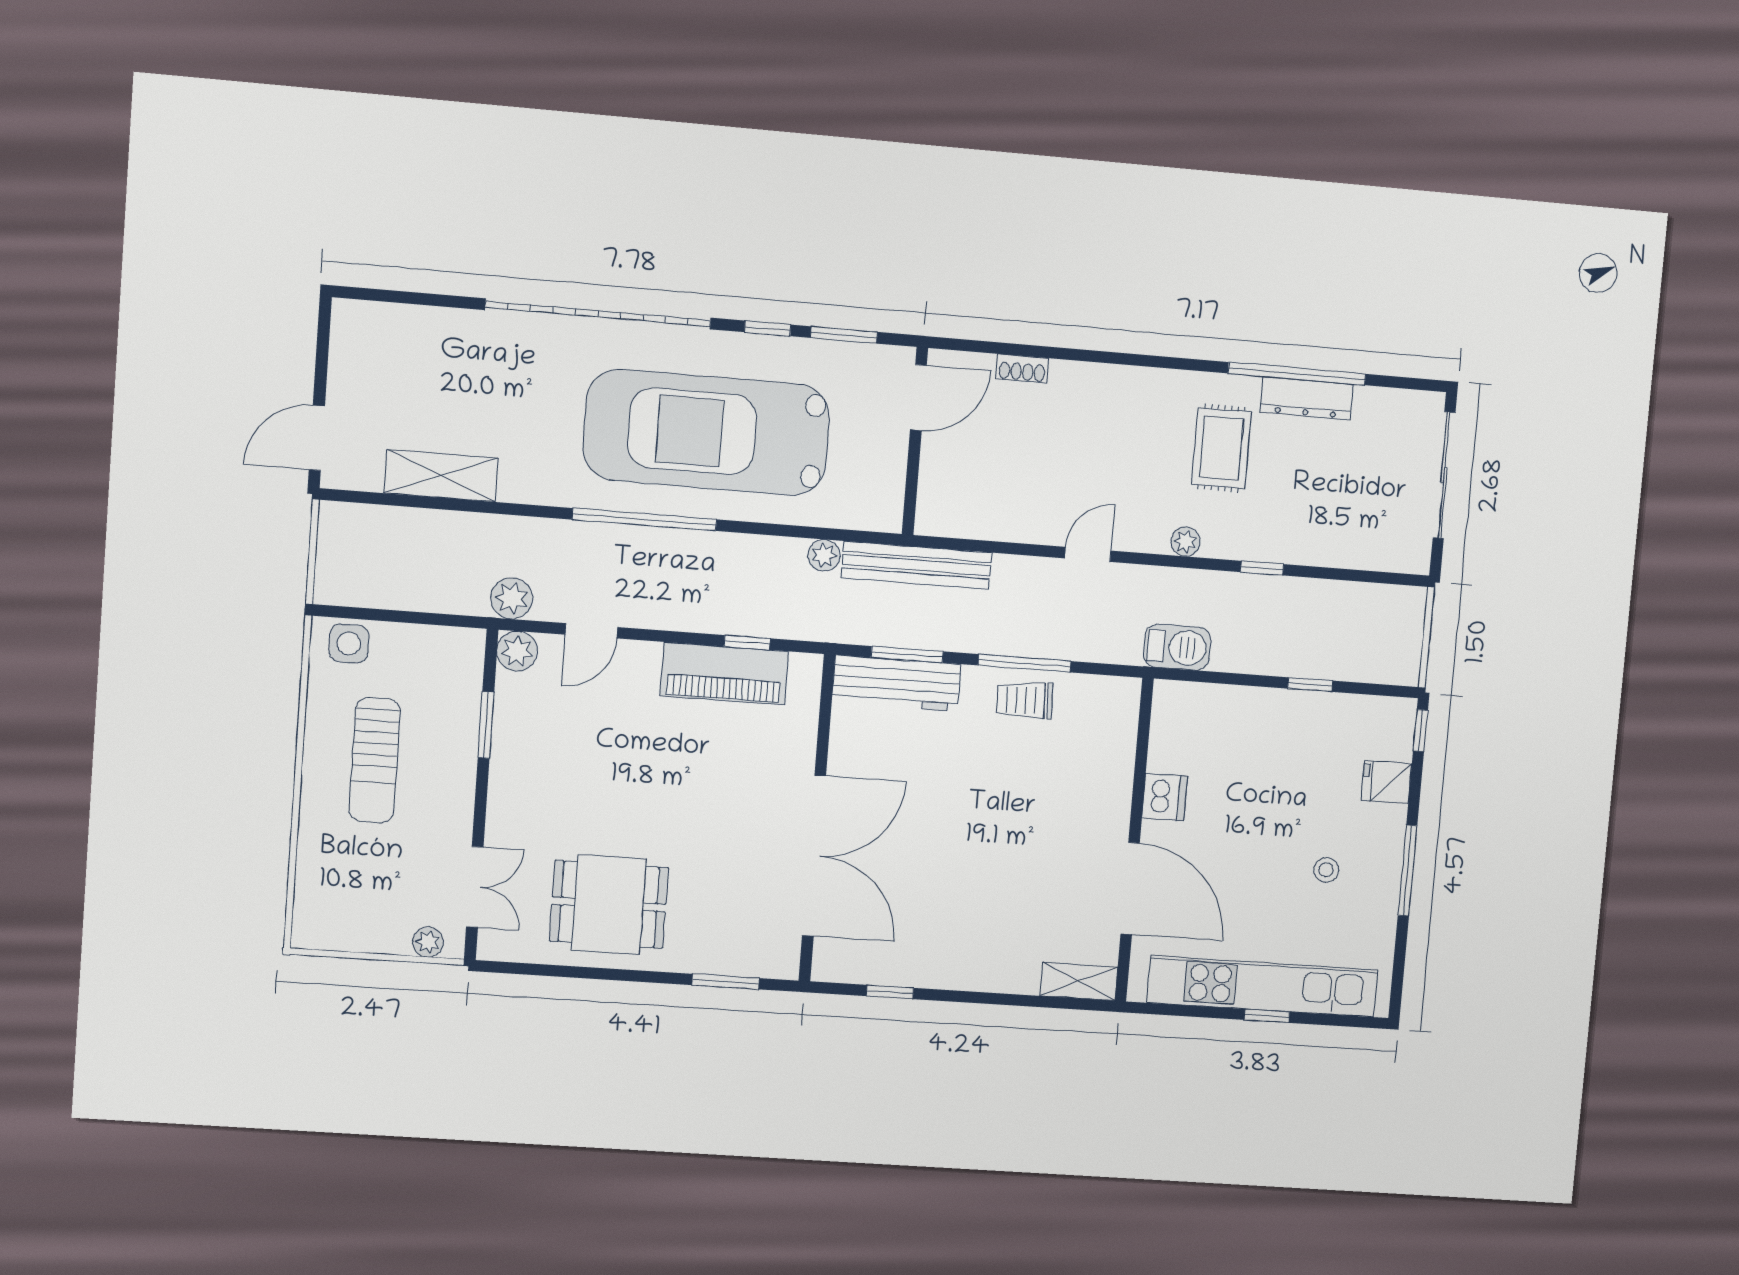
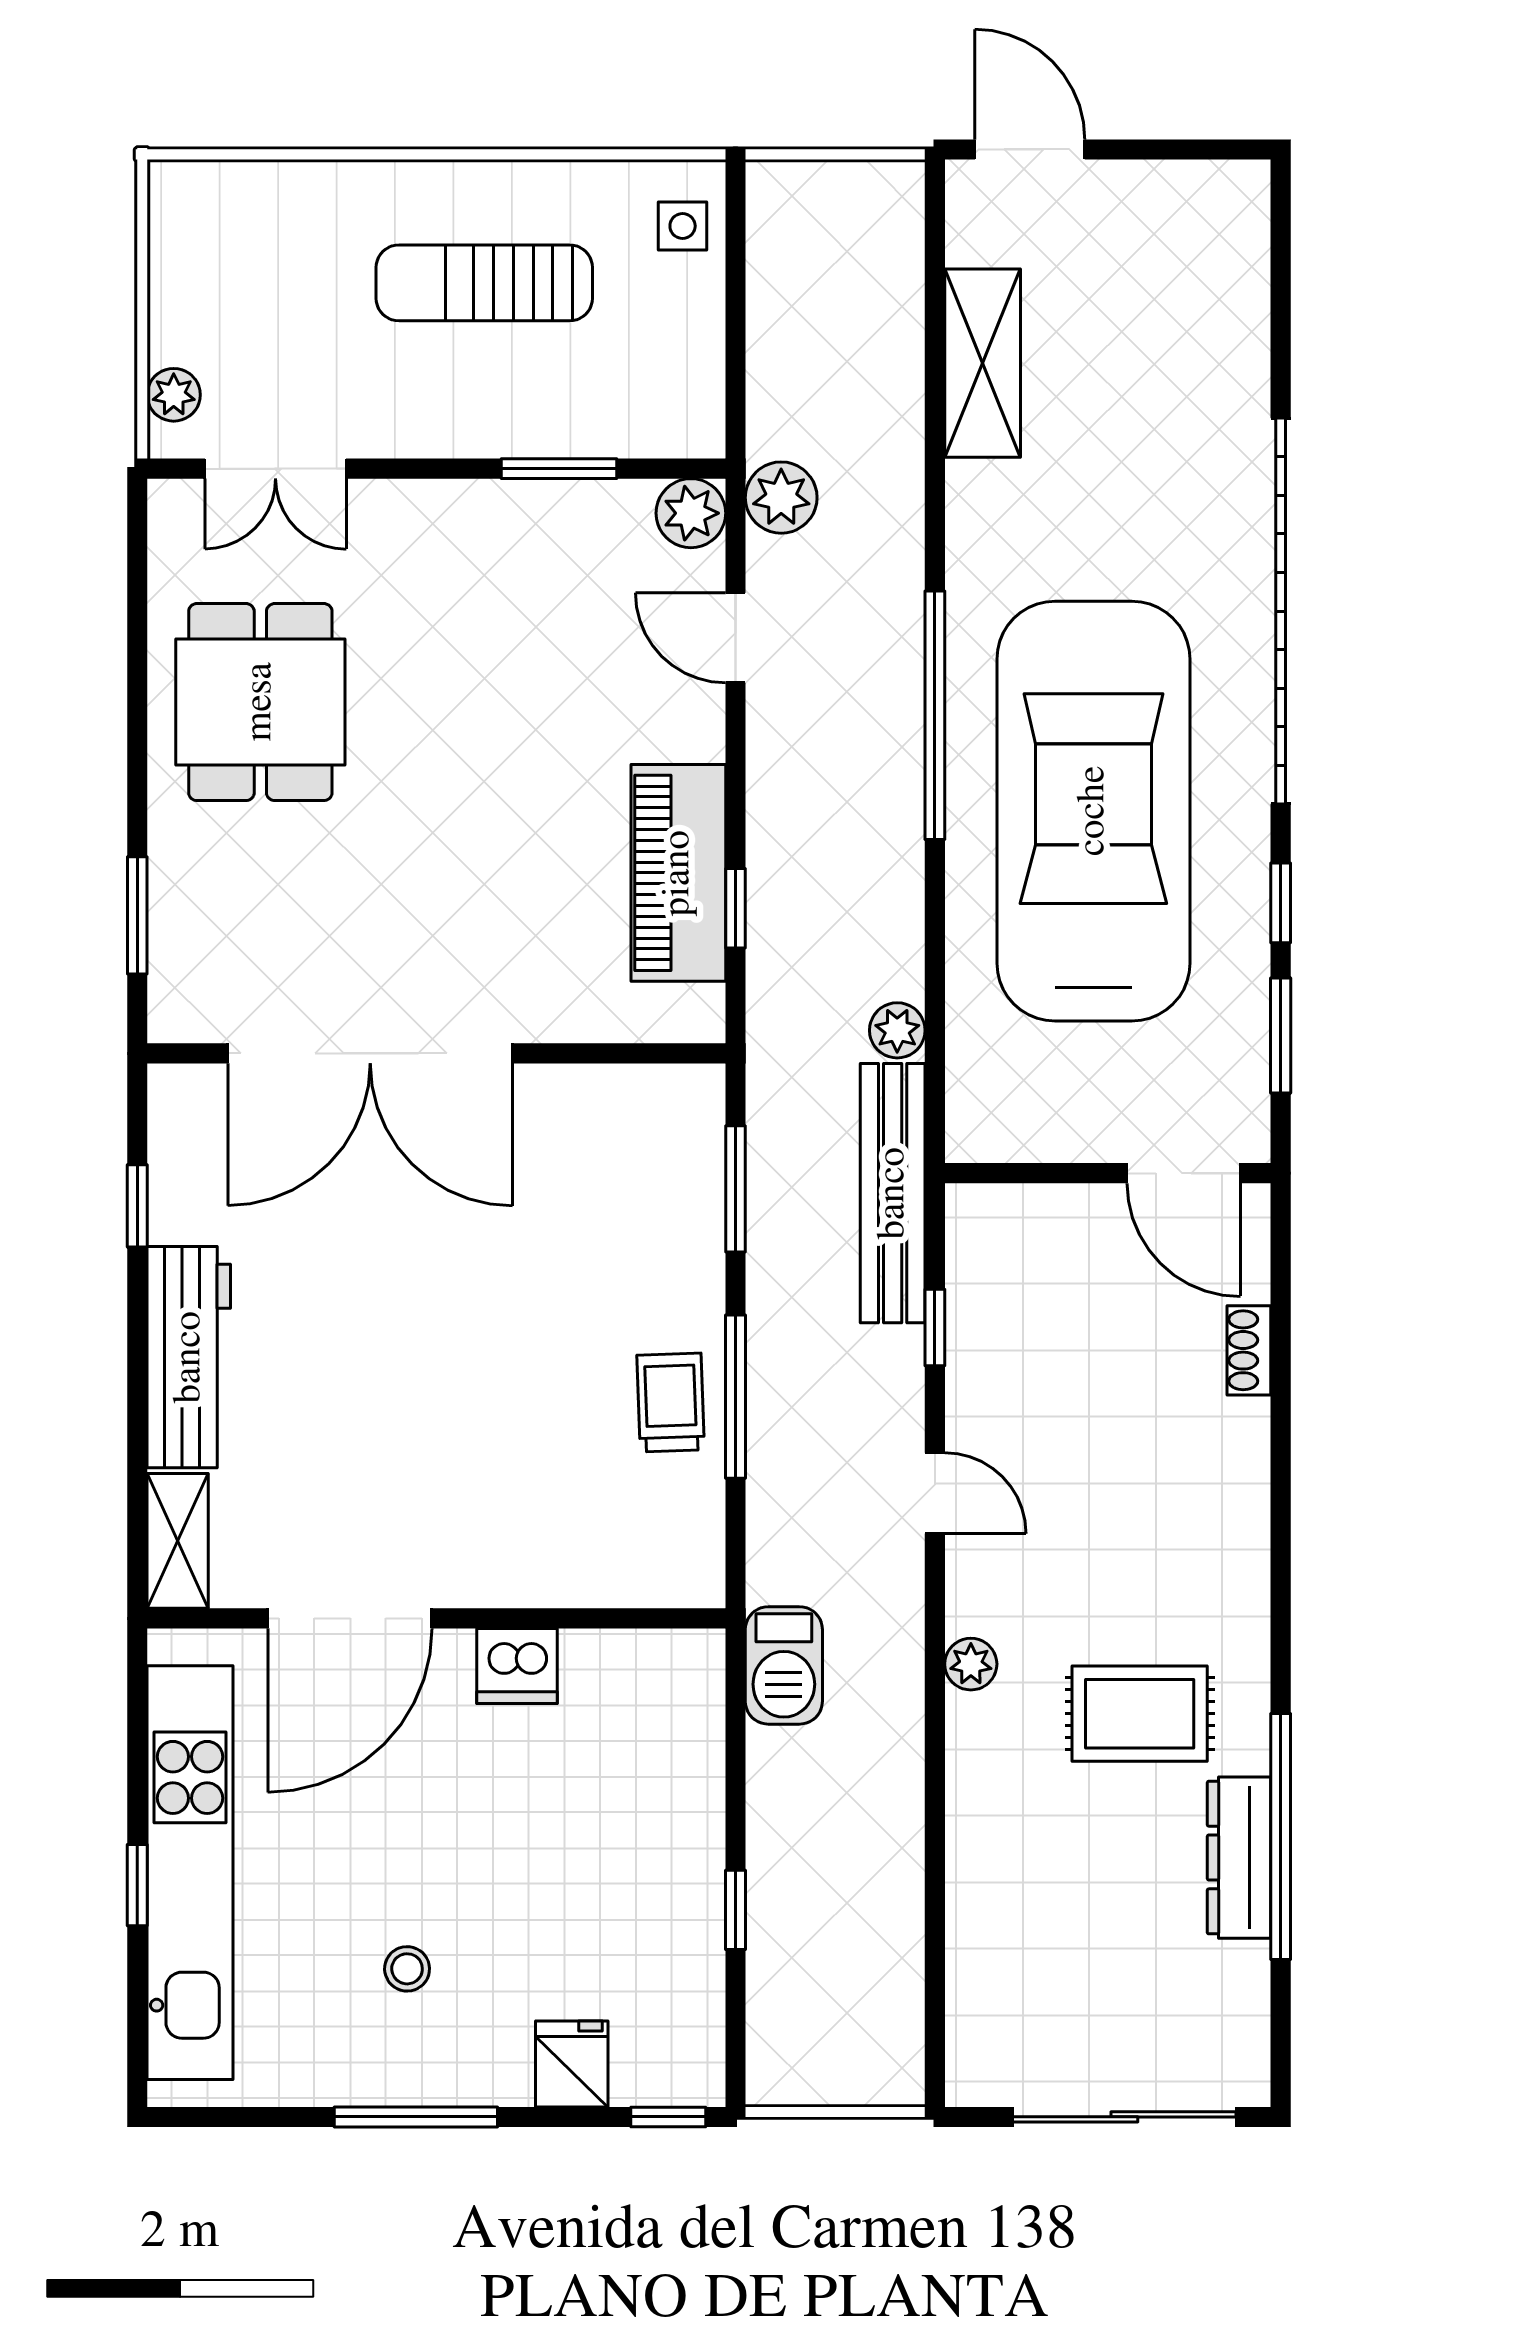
window: (1262, 568) -> (935, 1328), moved
side table: (349, 643) -> (683, 226), width x0.73, depth x0.73
workbench: (896, 683) -> (189, 1357), moved, turned 180

